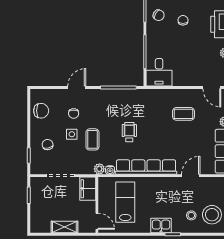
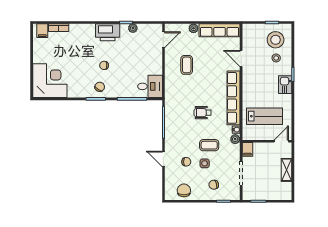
filing cabinet: (88, 189) -> (247, 149), width x0.50
lab bench: (125, 202) -> (265, 116), turned 180

